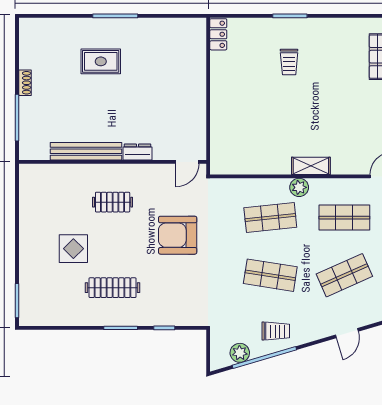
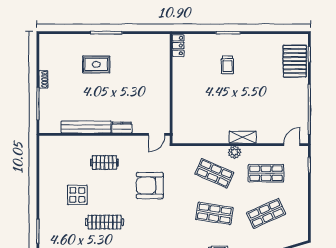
shop shelf: (270, 218) -> (214, 173), turned 30

